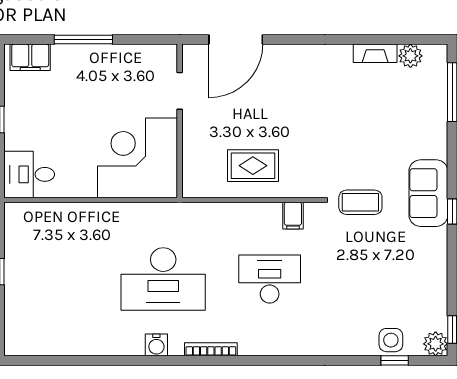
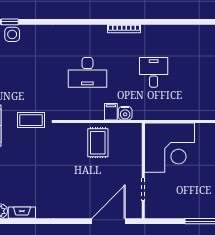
rug: (253, 166) -> (98, 143), turned 90
filing cabinet: (293, 216) -> (111, 112), moved
desk: (163, 279) -> (154, 72), width x0.53, depth x0.77
water cooler: (156, 345) -> (125, 113), moved, turned 180

